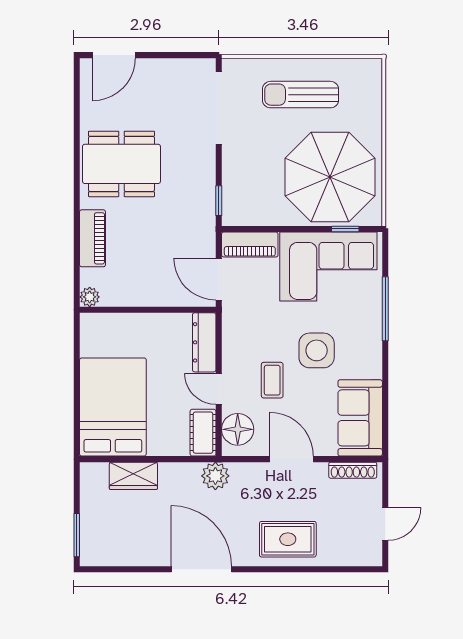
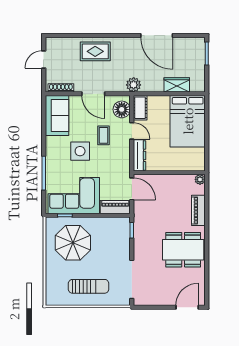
parasol: (330, 177) -> (73, 243), width x0.73, depth x0.73
door: (201, 569) -> (157, 35), moved

